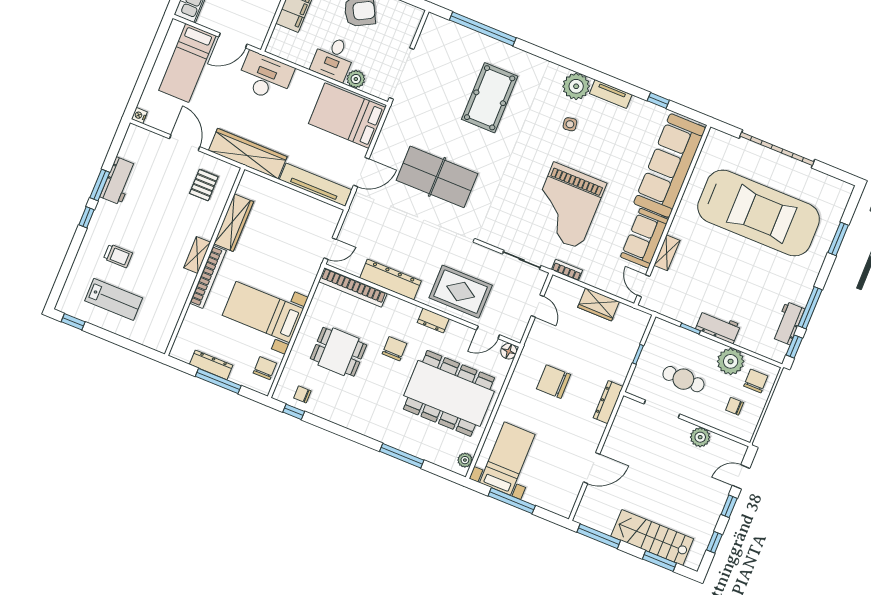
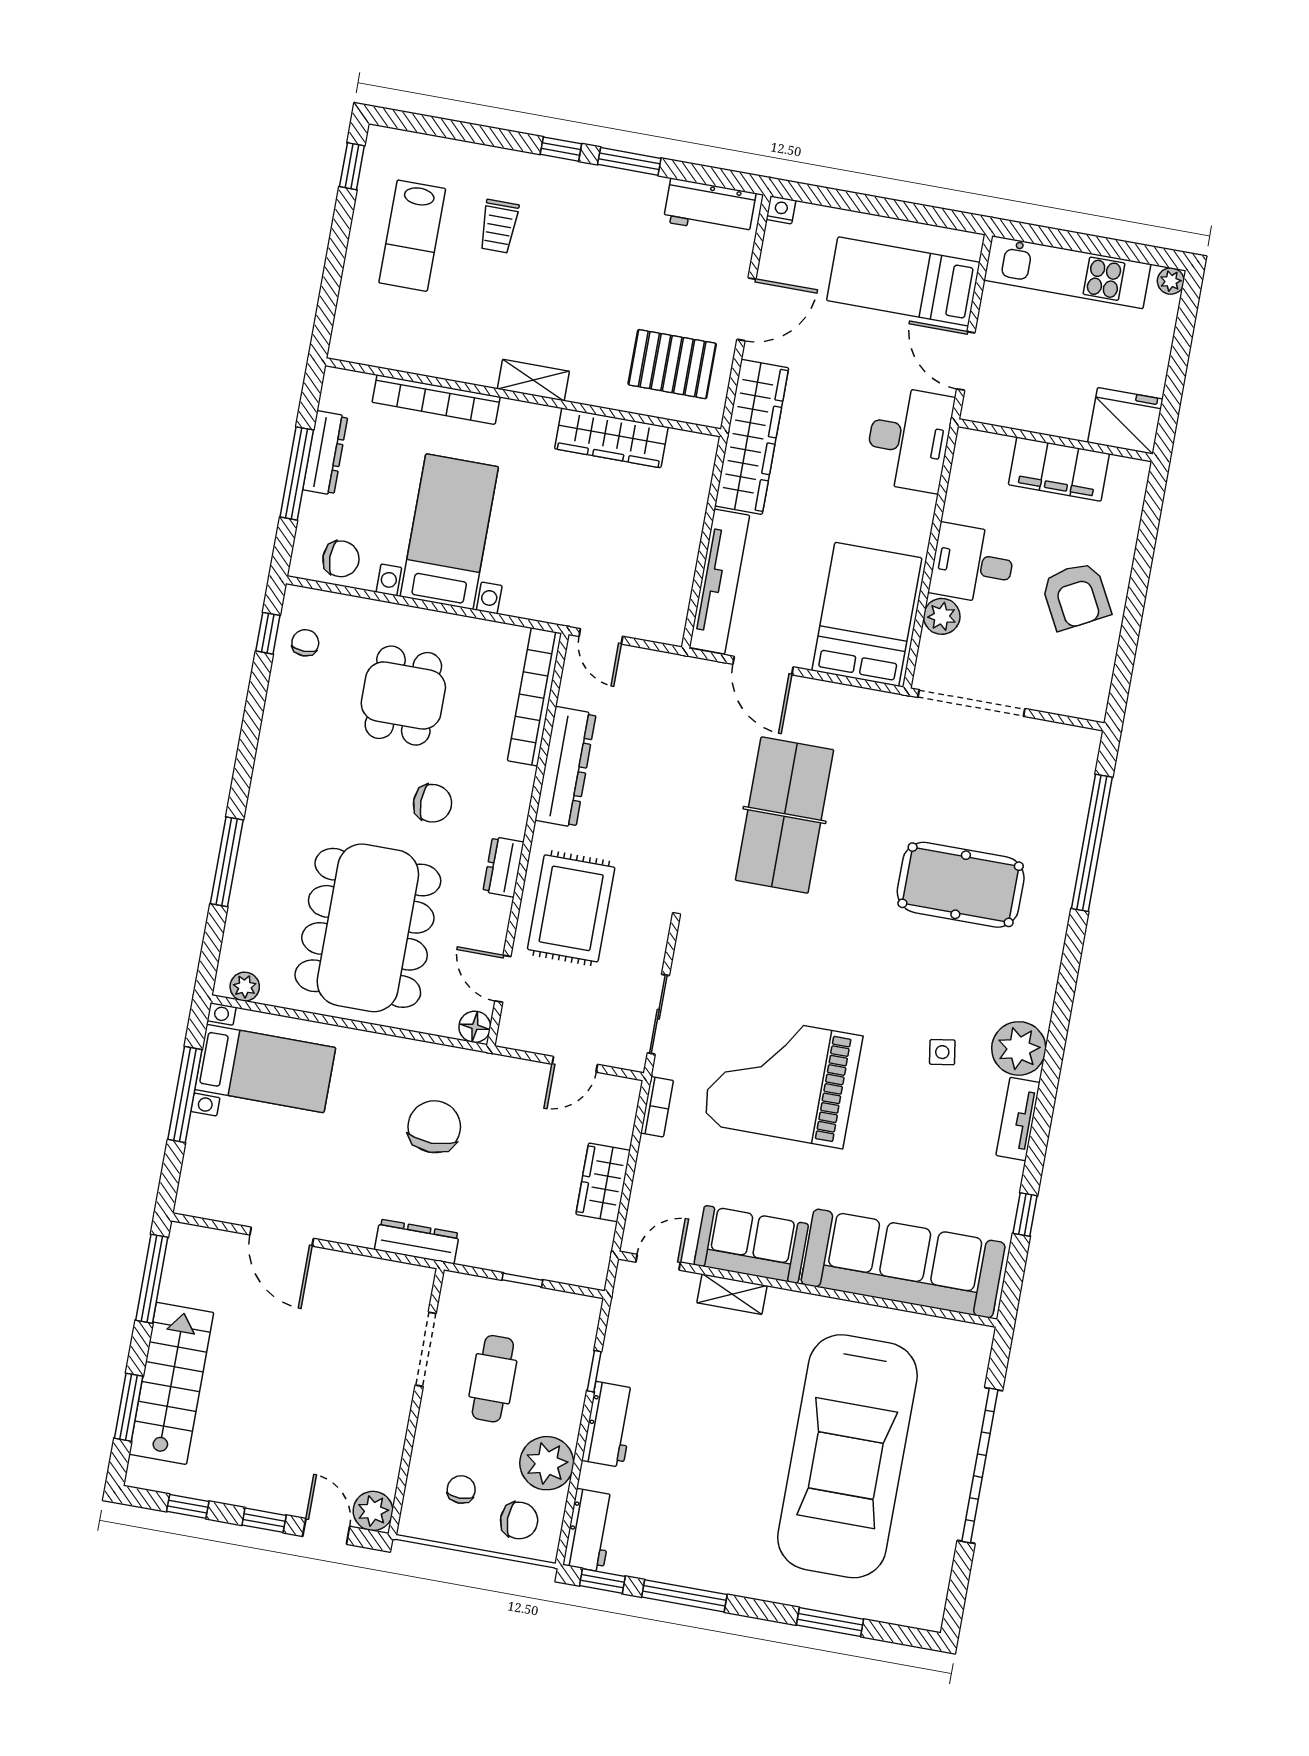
workbench: (118, 181) -> (710, 207), moved
pallet: (204, 185) -> (672, 364), width x1.50, depth x1.42
bookcase: (208, 277) -> (436, 400), moved
workbench: (788, 323) -> (590, 1530), moved, turned 90
plant: (700, 437) -> (373, 1511), moved

